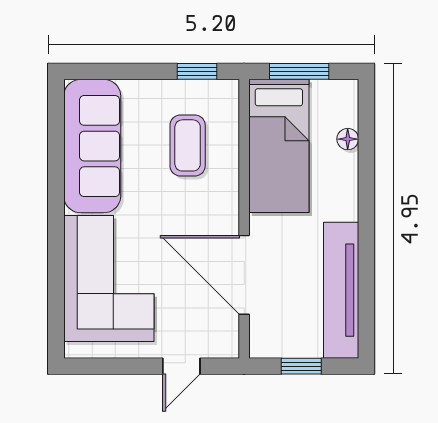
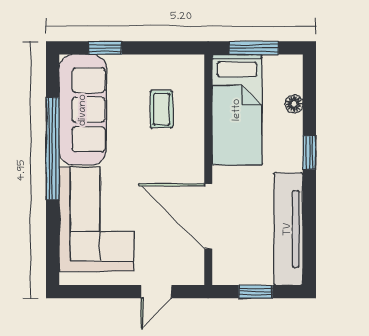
window: (197, 71) -> (105, 48), moved
coffee table: (188, 145) -> (161, 109), width x0.73, depth x0.77
window: (56, 193) -> (53, 149), added
window: (366, 198) -> (309, 152), added

